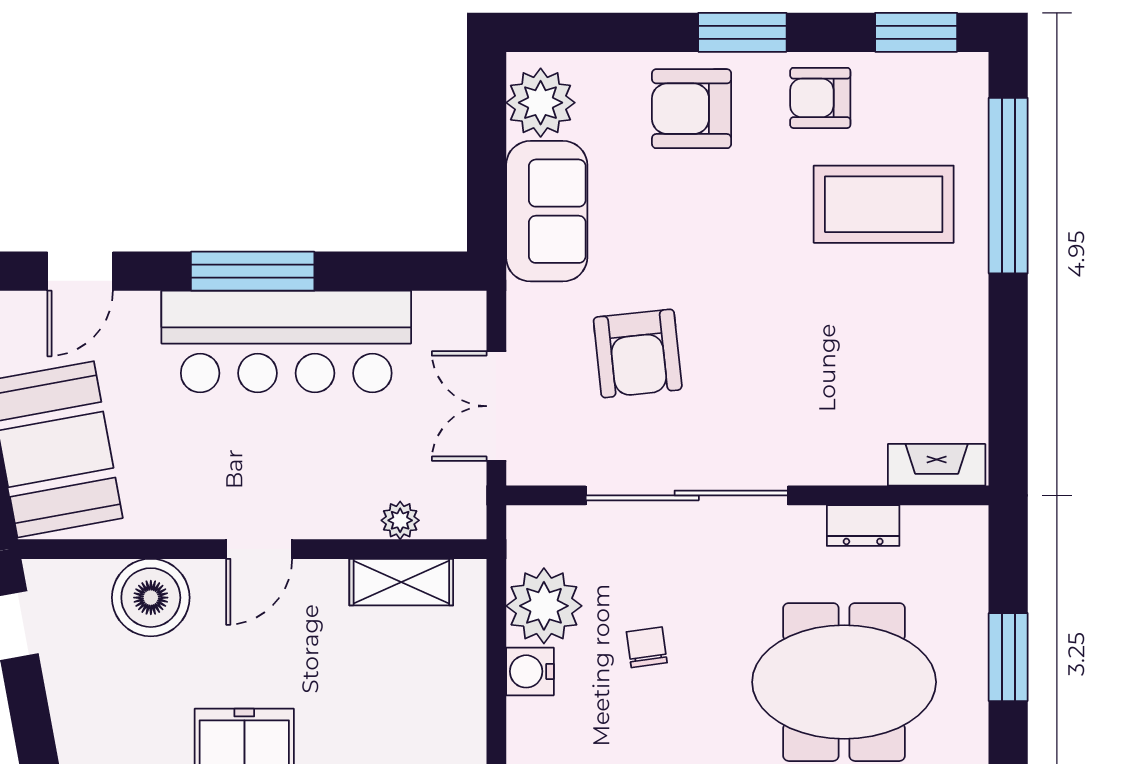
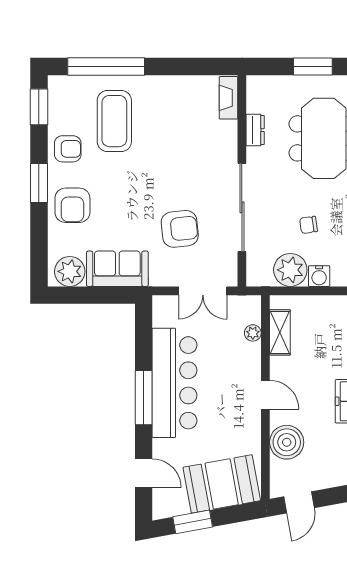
armchair: (820, 98) -> (68, 149), turned -90

